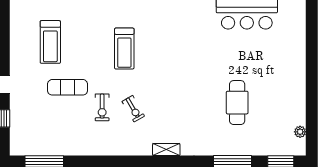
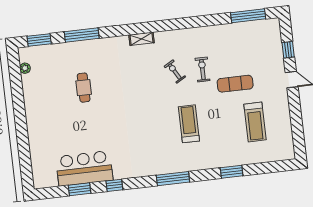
treadmill: (50, 42) -> (255, 122), turned 180
cafe table: (237, 103) -> (84, 88), width x0.73, depth x0.74

